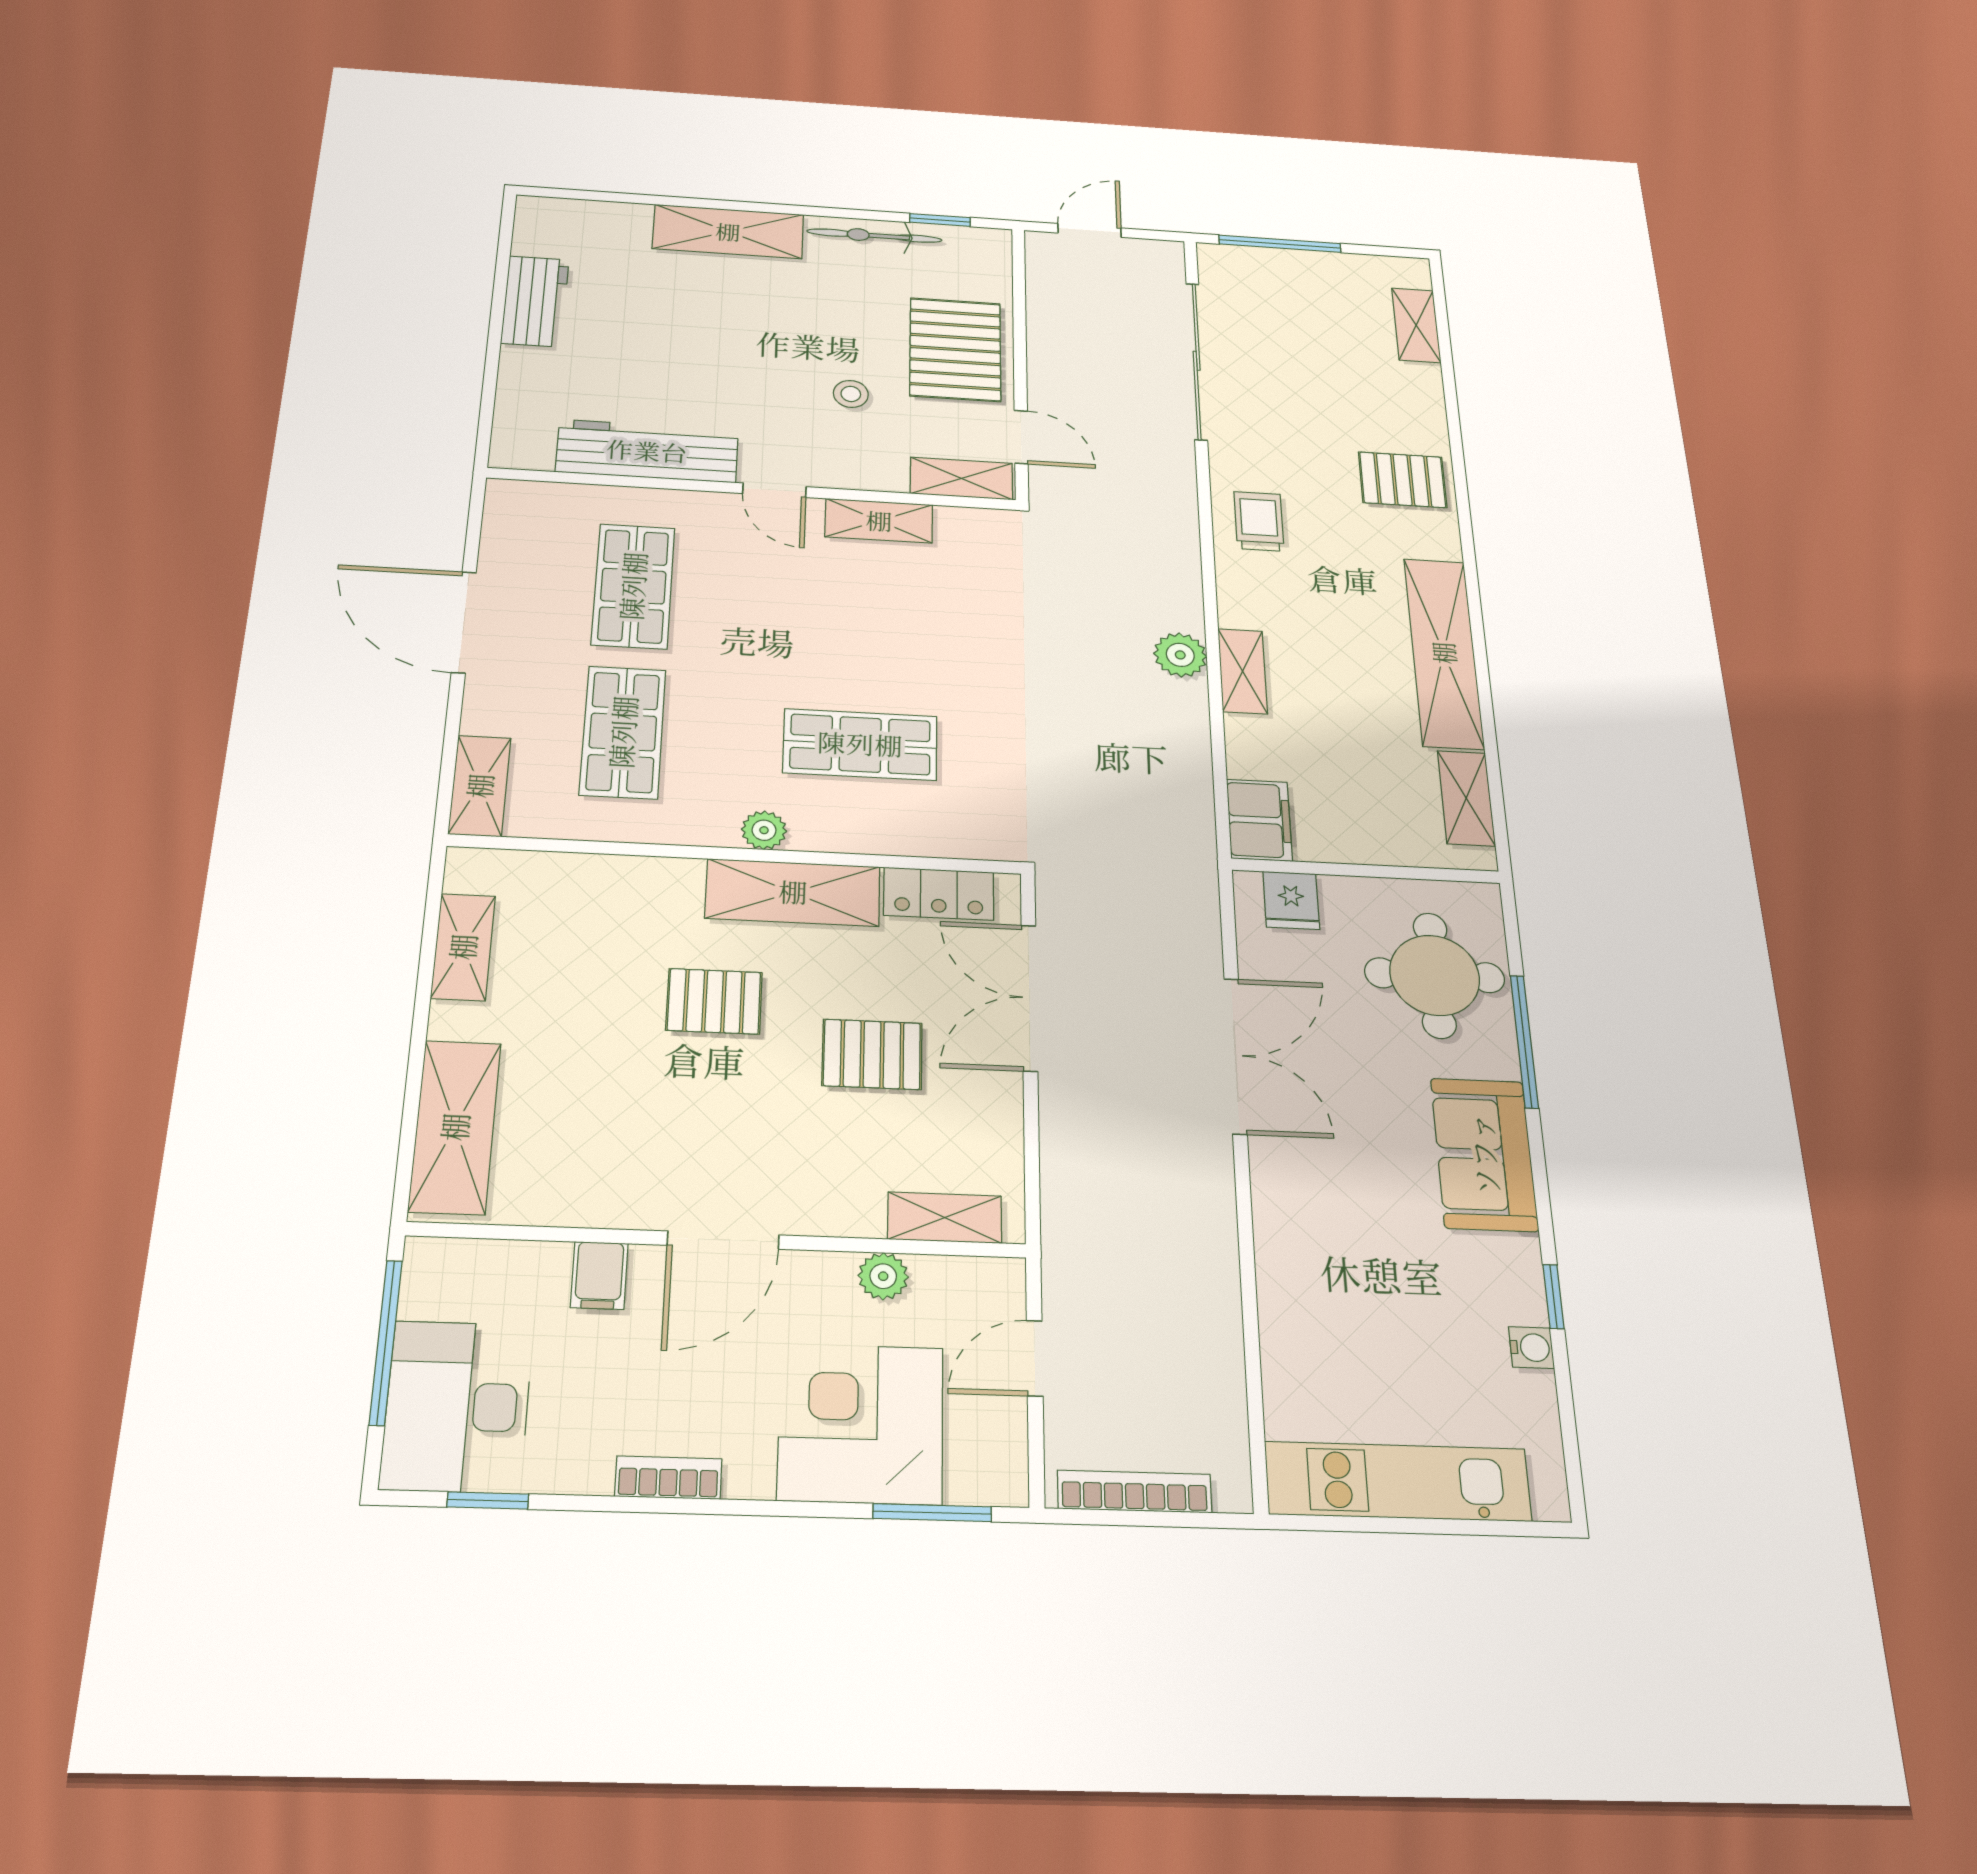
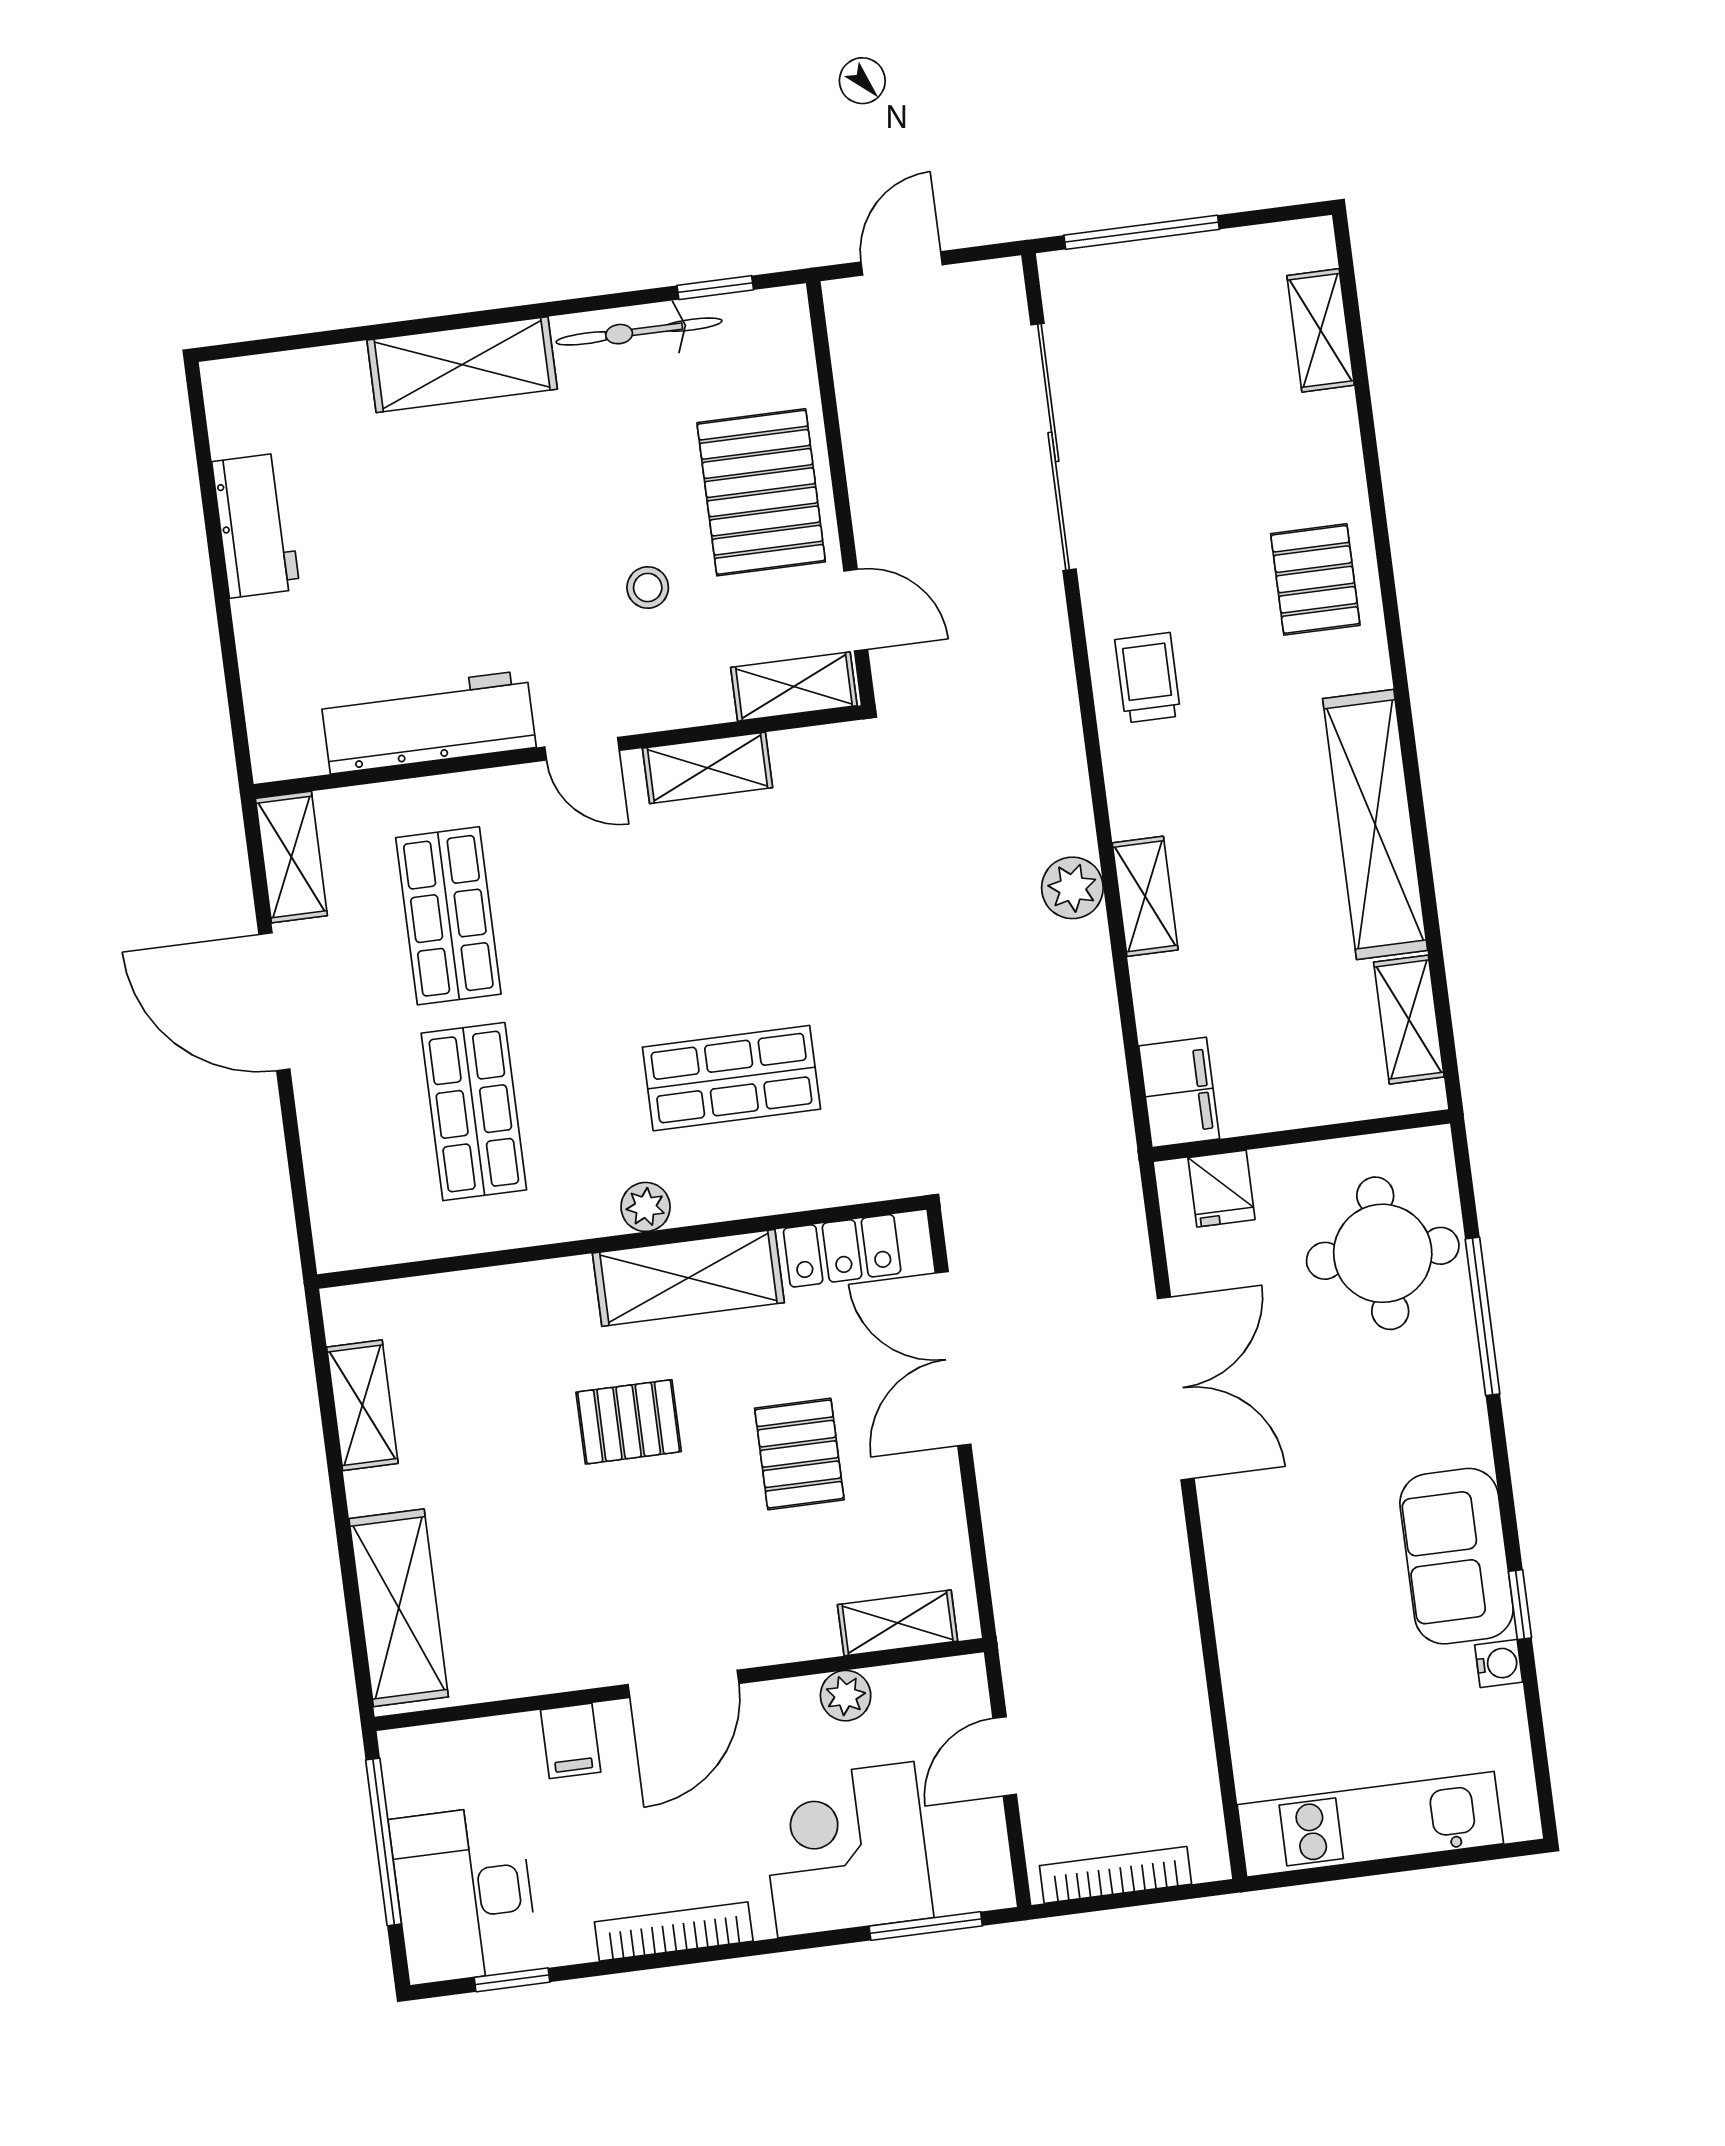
pallet: (1403, 480) -> (1315, 579), turned 90
shelving: (480, 786) -> (291, 857), moved
pallet: (872, 1054) -> (799, 1454), turned 90
sofa: (1484, 1154) -> (1456, 1556), moved
bookcase: (668, 1478) -> (674, 1931), width x1.56

